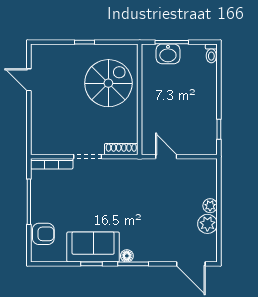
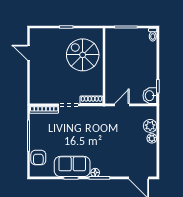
washbasin: (168, 54) -> (150, 96), moved, turned 90
spiral stairs: (108, 83) -> (83, 55), turned -90
door: (166, 157) -> (122, 105), hinge flipped
plant: (207, 224) -> (150, 126), moved
armchair: (43, 234) -> (38, 158), turned 90

